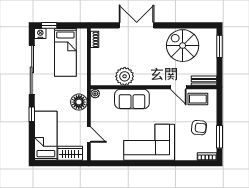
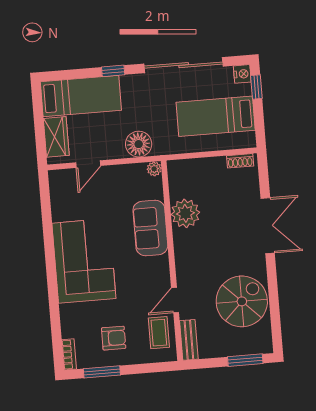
armchair: (199, 128) -> (114, 338), turned -96

